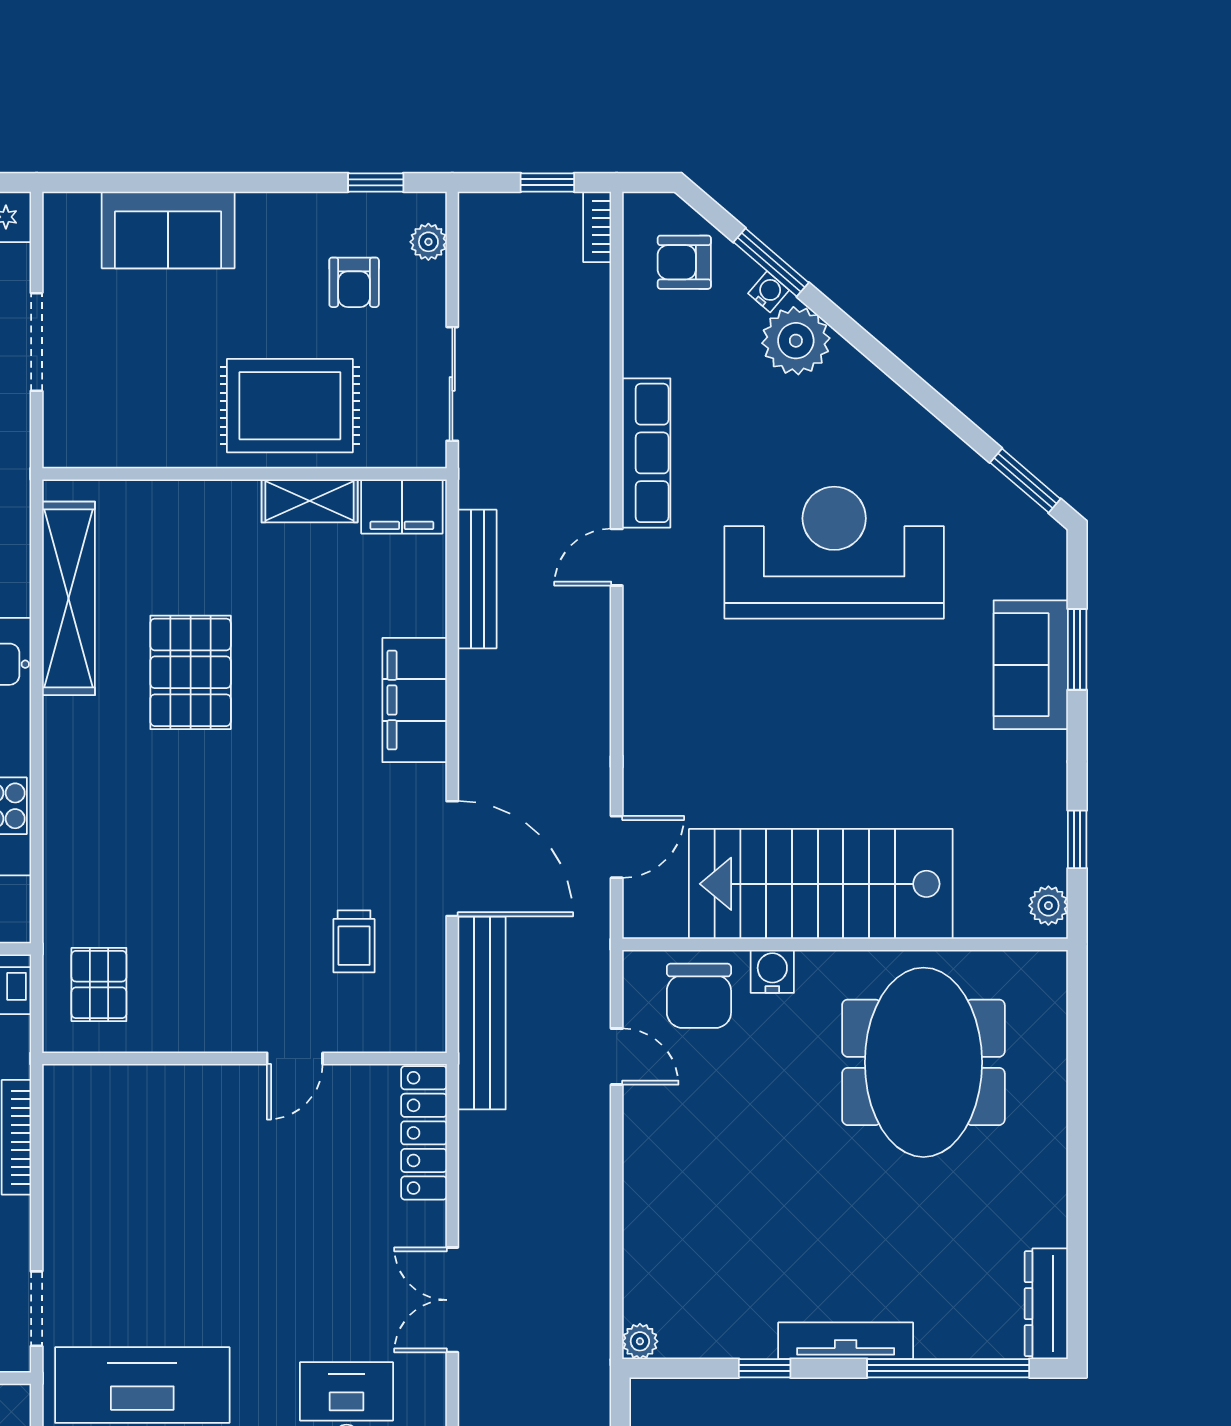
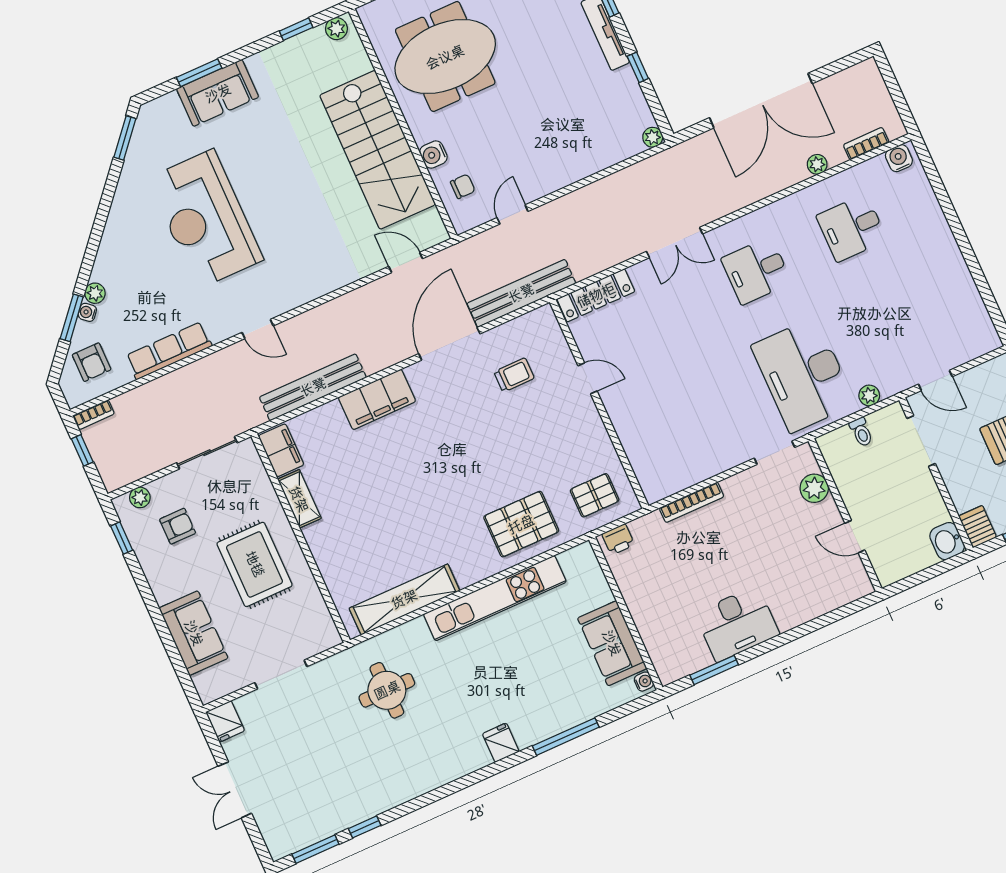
plant: (796, 341) -> (95, 293), width x0.53, depth x0.53
rug: (290, 406) -> (255, 564), moved
row of seats: (646, 453) -> (169, 351), moved
bench: (477, 579) -> (313, 387), width x1.37, depth x1.21
pallet: (191, 672) -> (521, 524), moved
chair: (699, 996) -> (463, 186), width x0.54, depth x0.54

